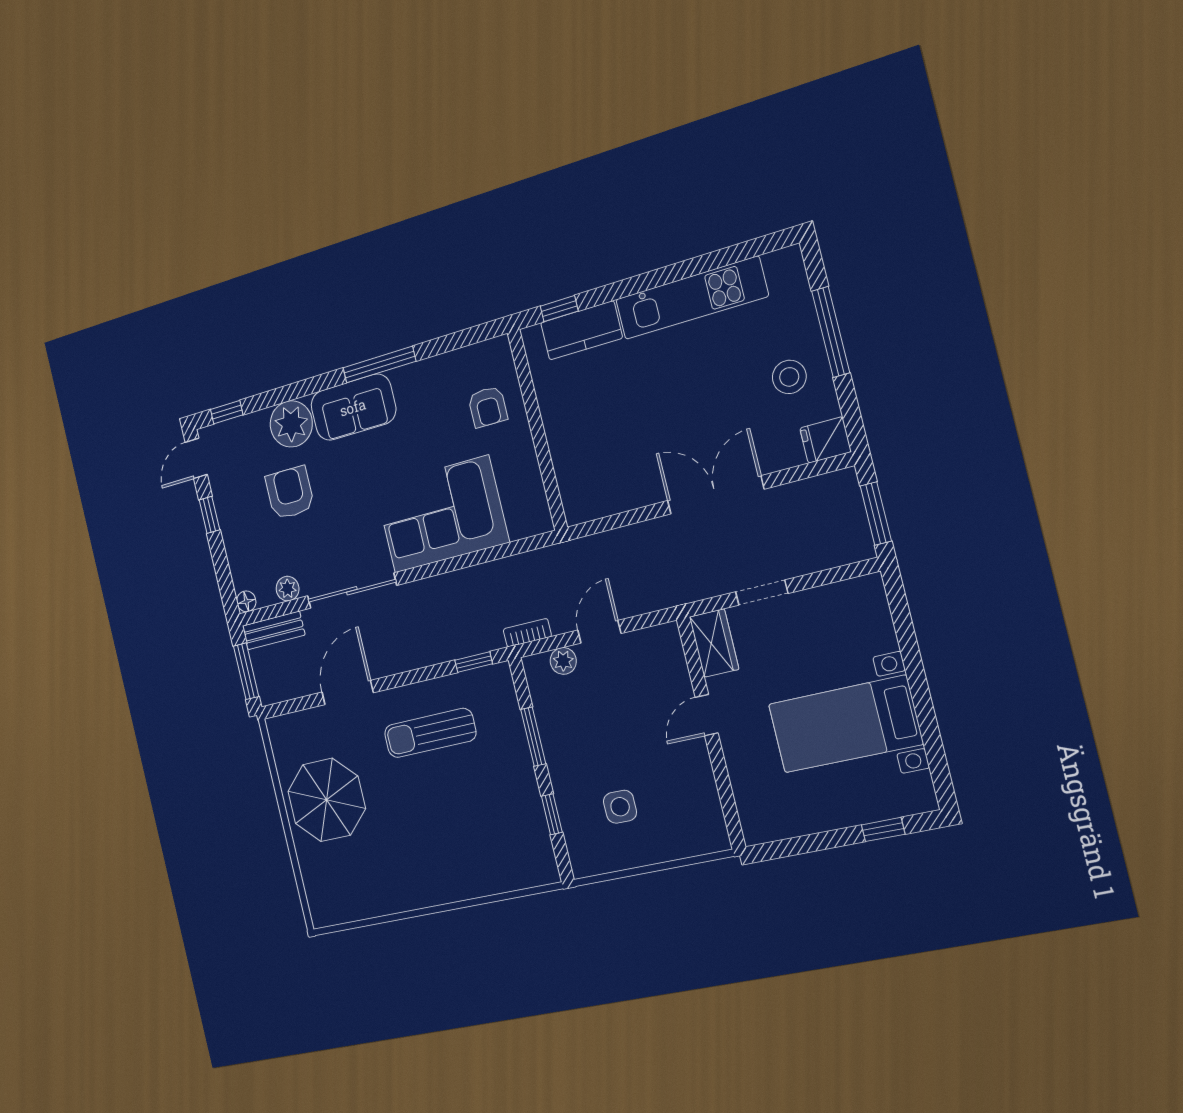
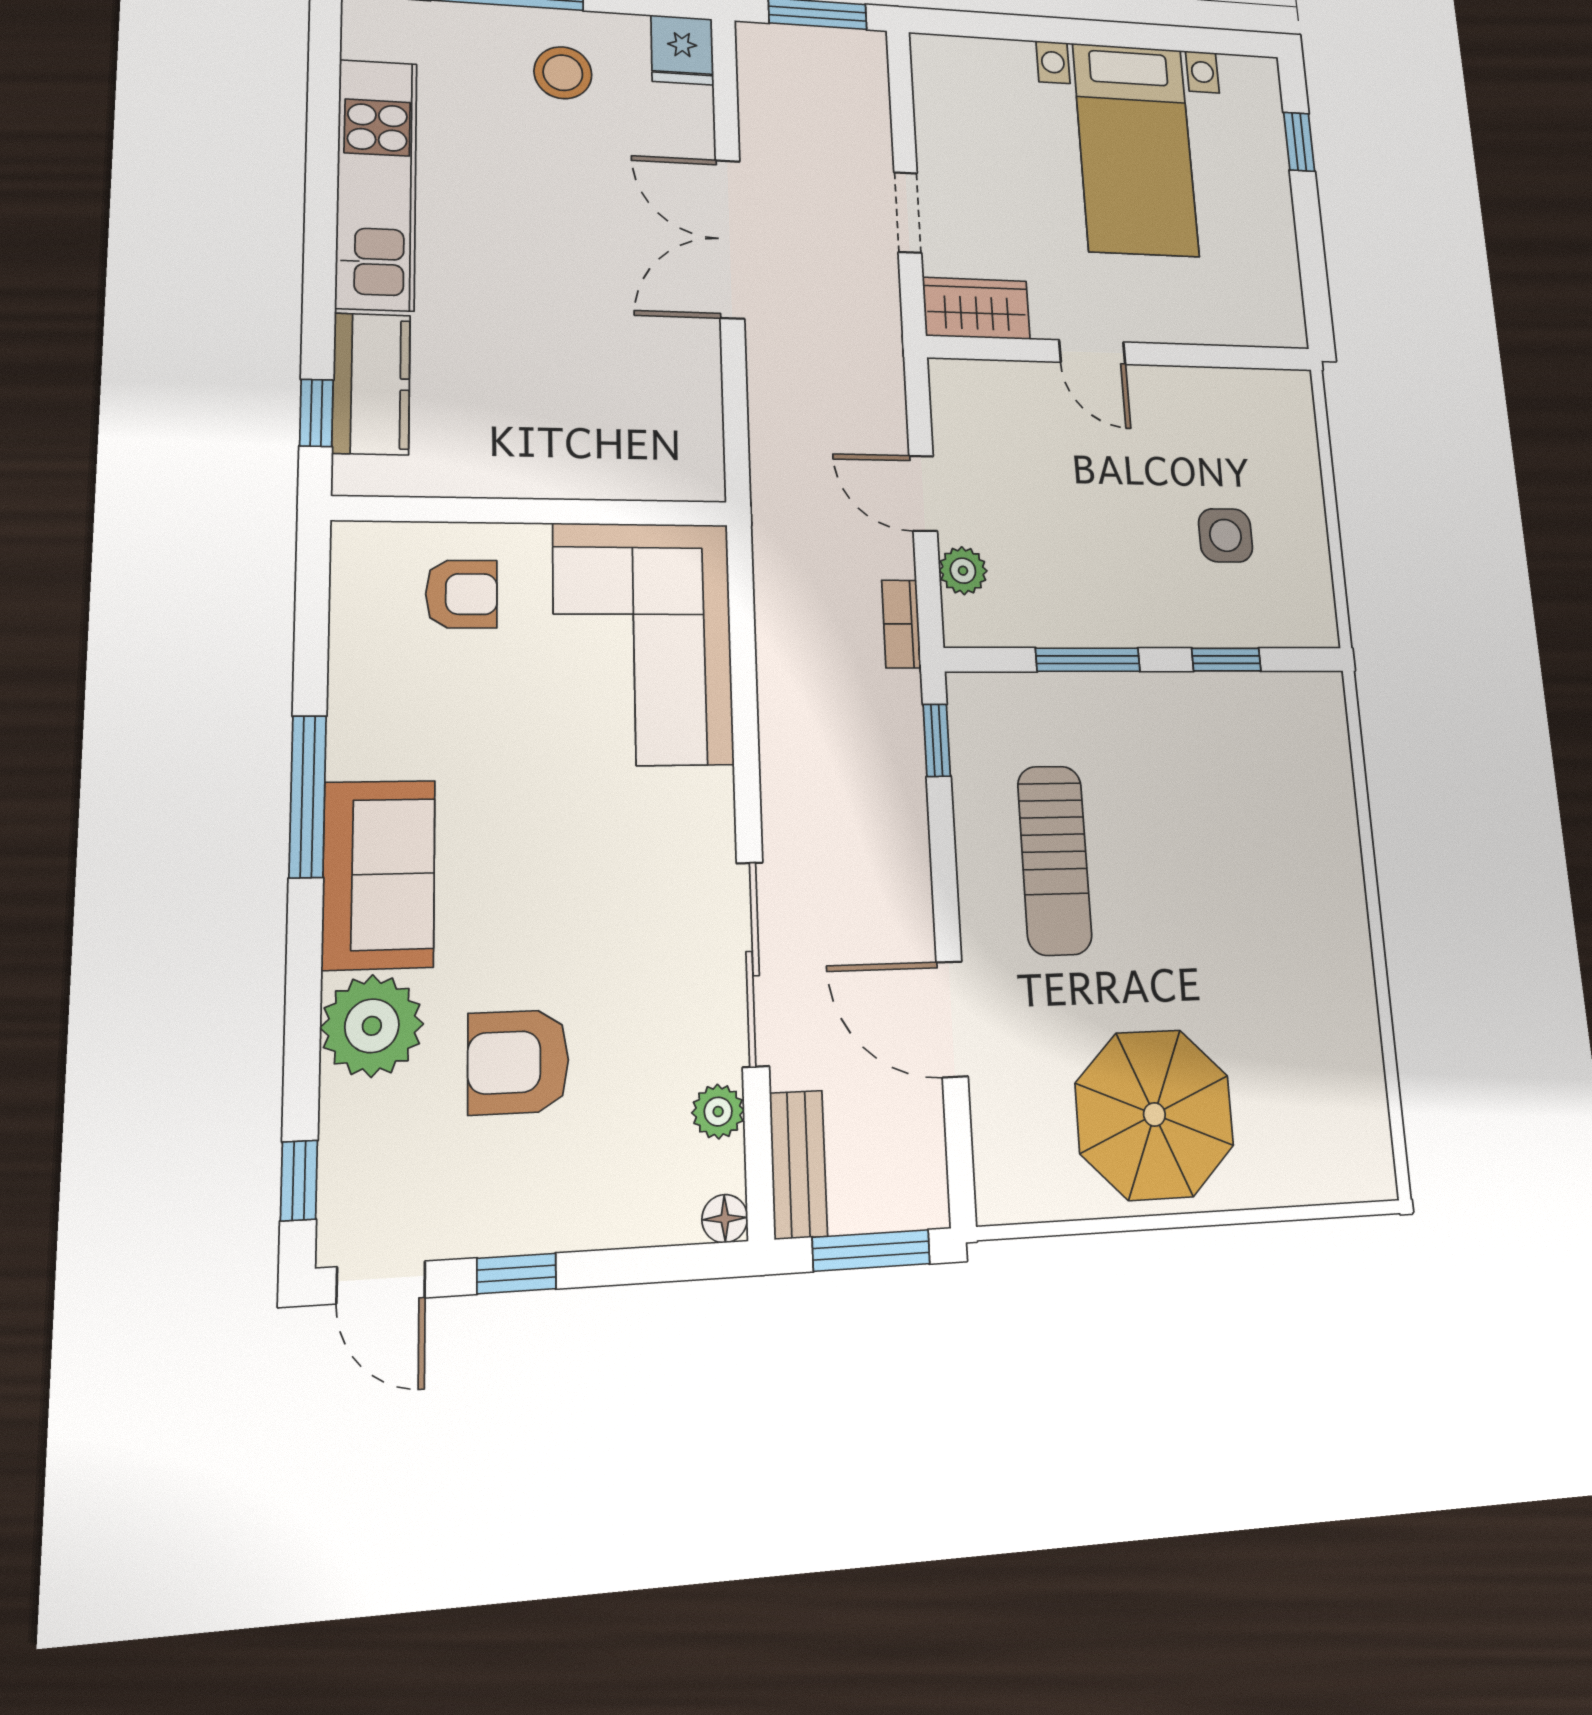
corner sofa: (442, 514) -> (643, 643), moved

